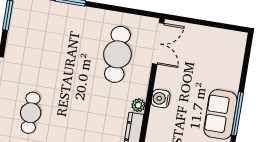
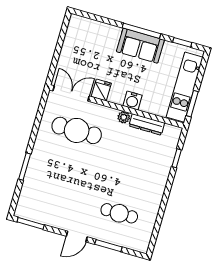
fridge: (166, 77) -> (101, 90), added
water cooler: (161, 99) -> (132, 100), moved

